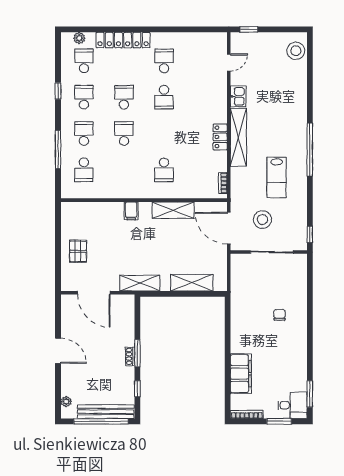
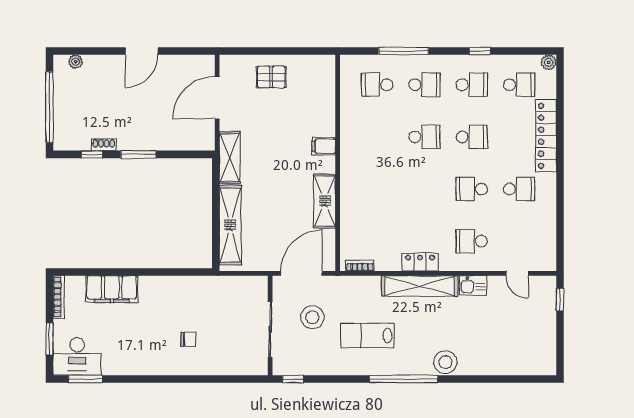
plant: (79, 38) -> (549, 62), moved
stool: (296, 51) -> (445, 362), moved
school desk: (164, 170) -> (472, 241), moved
shelving: (192, 283) -> (230, 225), width x1.47
shoe rack: (130, 356) -> (104, 145), moved
desk: (293, 405) -> (77, 356), width x1.37
bench: (106, 412) -> (62, 113), removed

